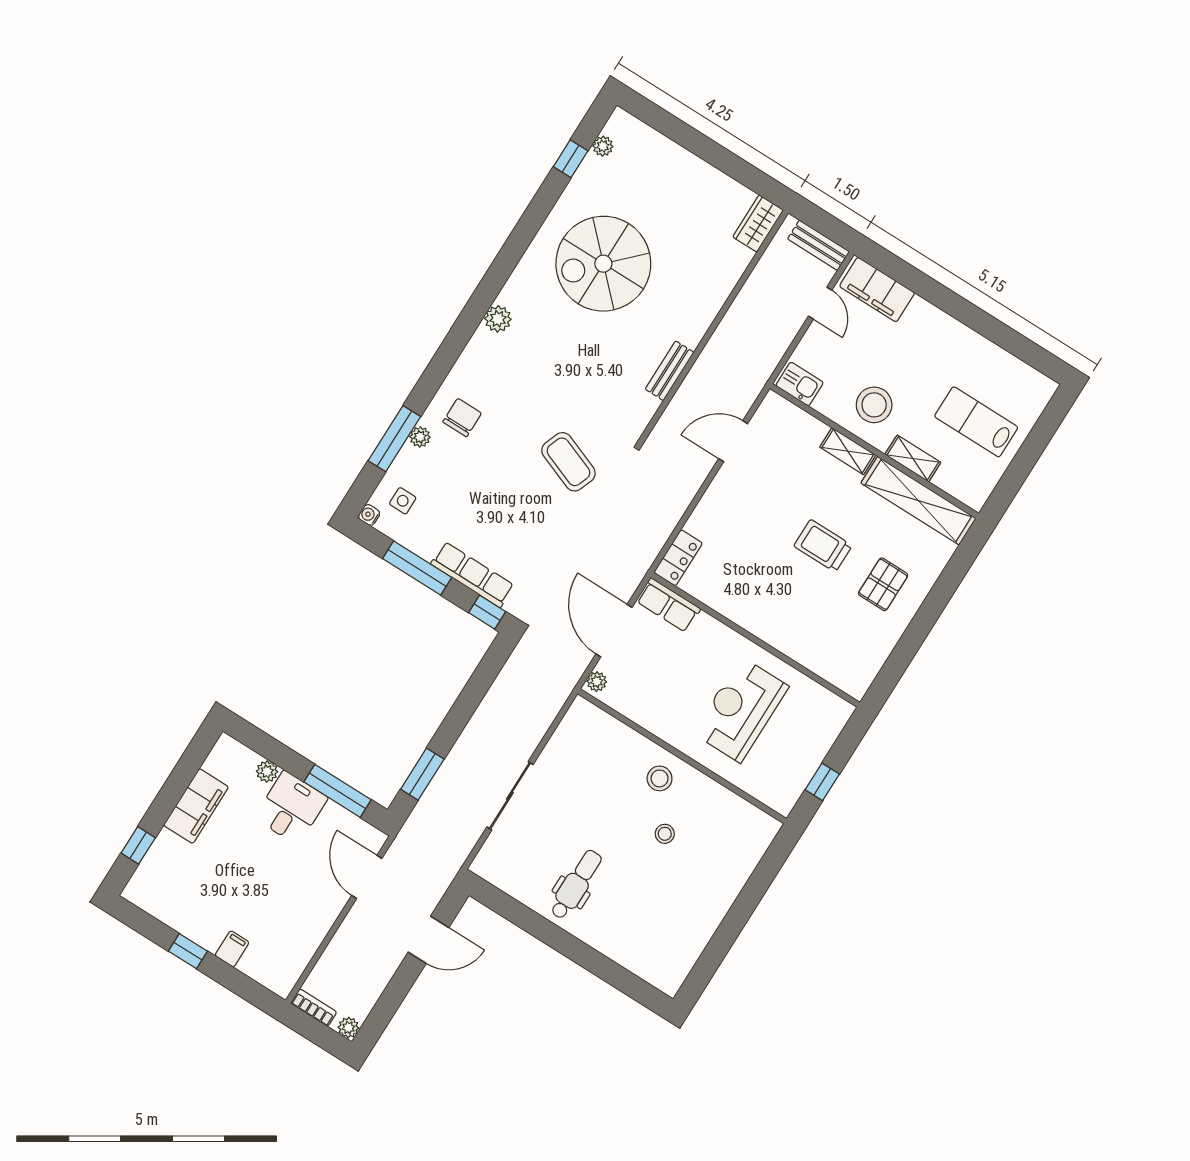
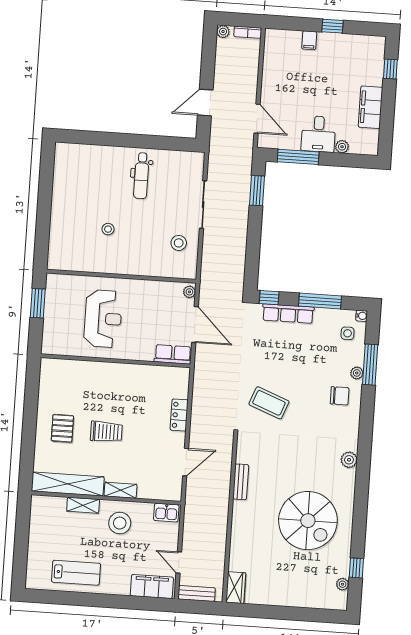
spiral stairs: (603, 264) -> (308, 521), turned 90
chair: (462, 418) -> (340, 396), turned -90
lab bench: (976, 422) -> (76, 573), moved
locker: (678, 558) -> (179, 415), moved
stool: (660, 778) -> (179, 243), moved
window: (822, 782) -> (38, 303), width x1.50

